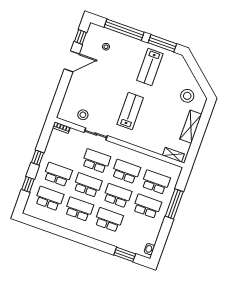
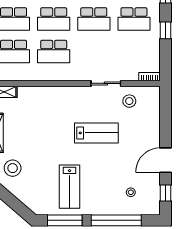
lab bench: (150, 67) -> (70, 187), turned 180
lab bench: (130, 111) -> (96, 133), moved, turned -90
school desk: (96, 161) -> (94, 51), removed

